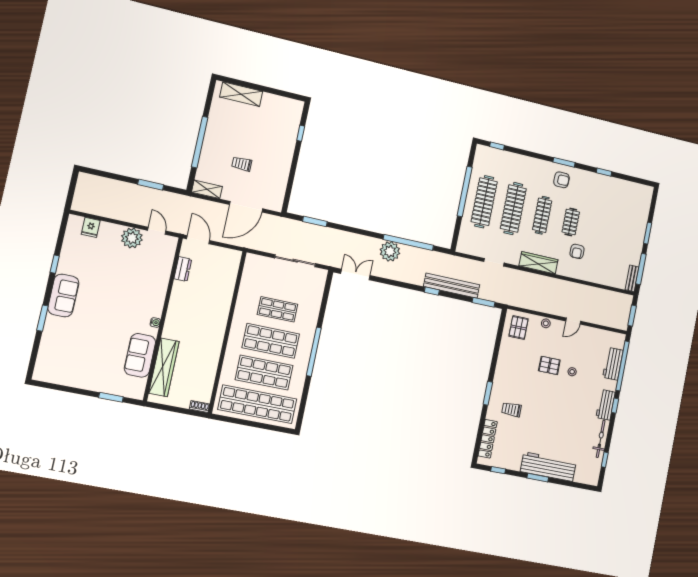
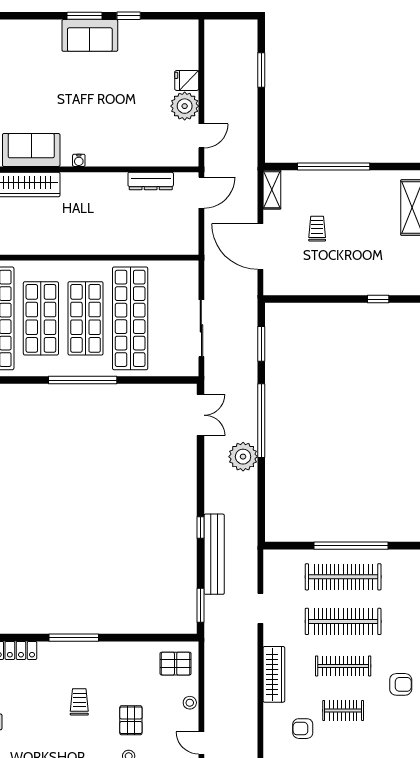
armchair: (561, 180) -> (401, 684), turned -90
window: (151, 185) -> (261, 70), moved
fridge: (91, 227) -> (187, 81), moved
window: (408, 242) -> (261, 421), moved
dresser: (183, 269) -> (151, 181), width x1.44
shop shelf: (277, 309) -> (130, 318), width x2.00, depth x1.36
window: (42, 318) -> (85, 16), moved
window: (488, 393) -> (74, 638), width x1.44
trolley: (511, 409) -> (79, 702), moved

